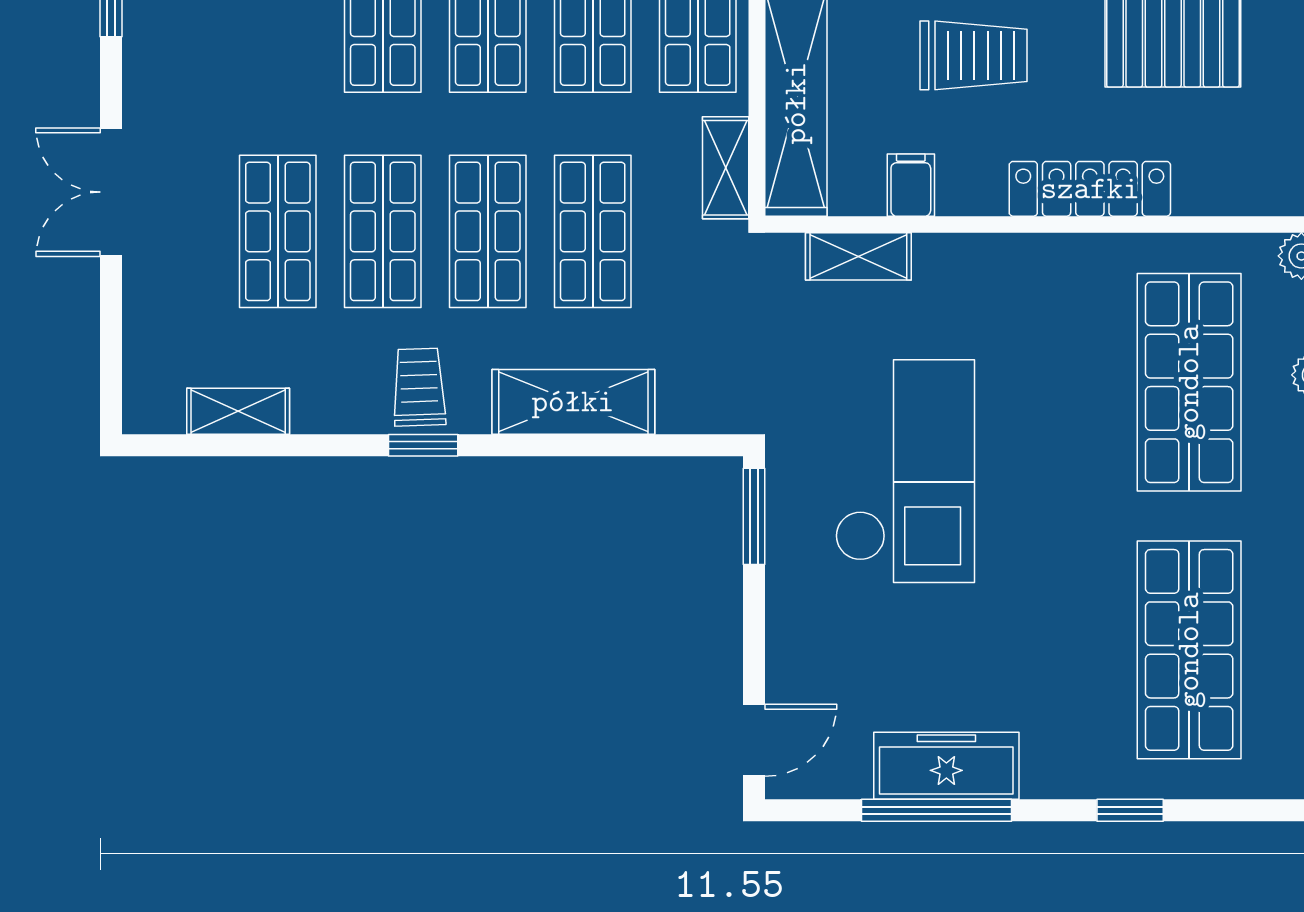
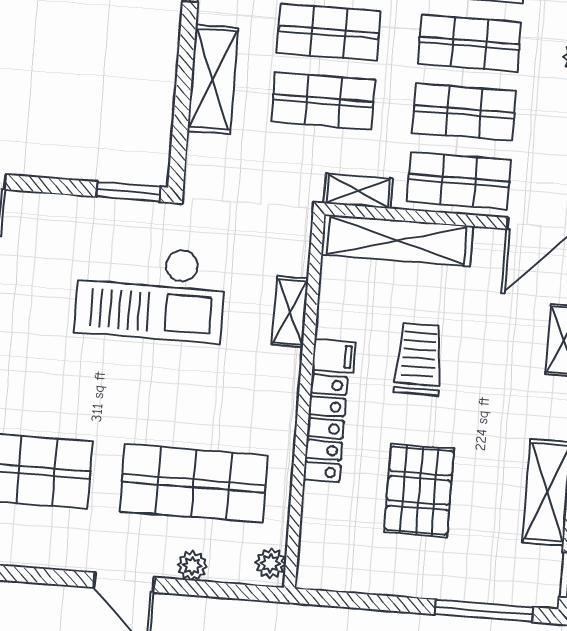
trolley: (974, 55) -> (419, 359), turned 180
filing cabinet: (911, 185) -> (334, 356), moved
shelving: (858, 256) -> (290, 312), moved

